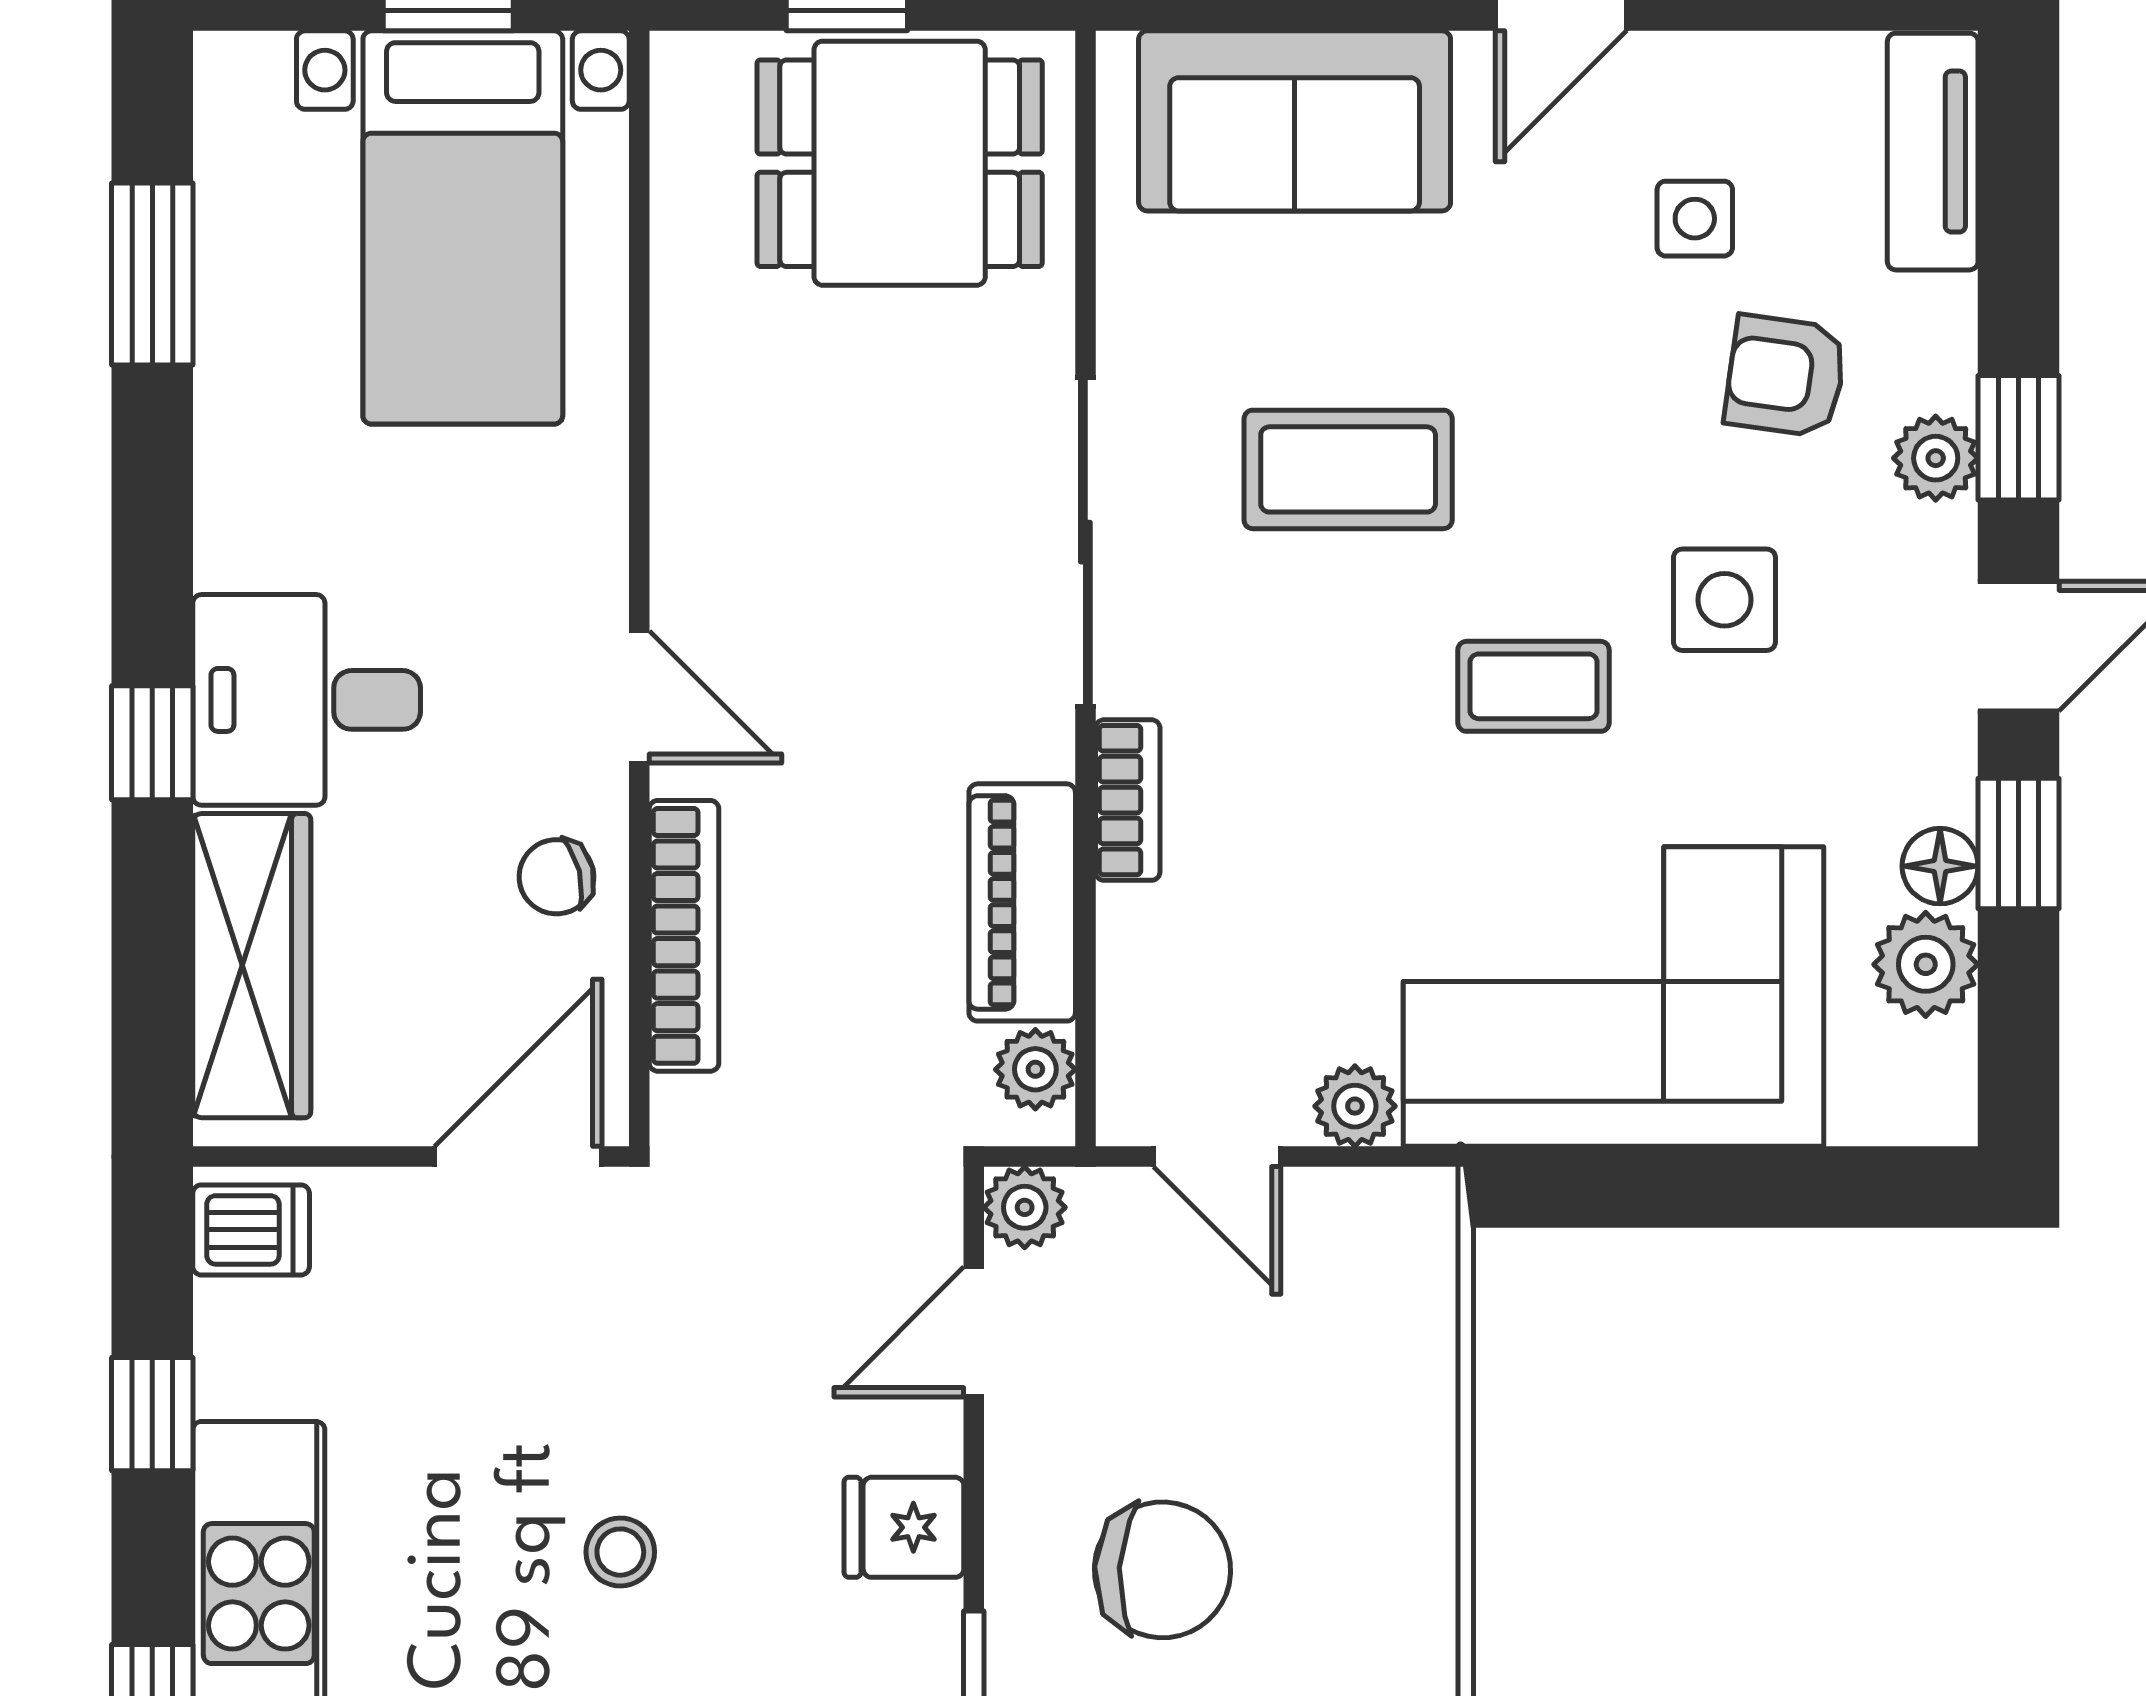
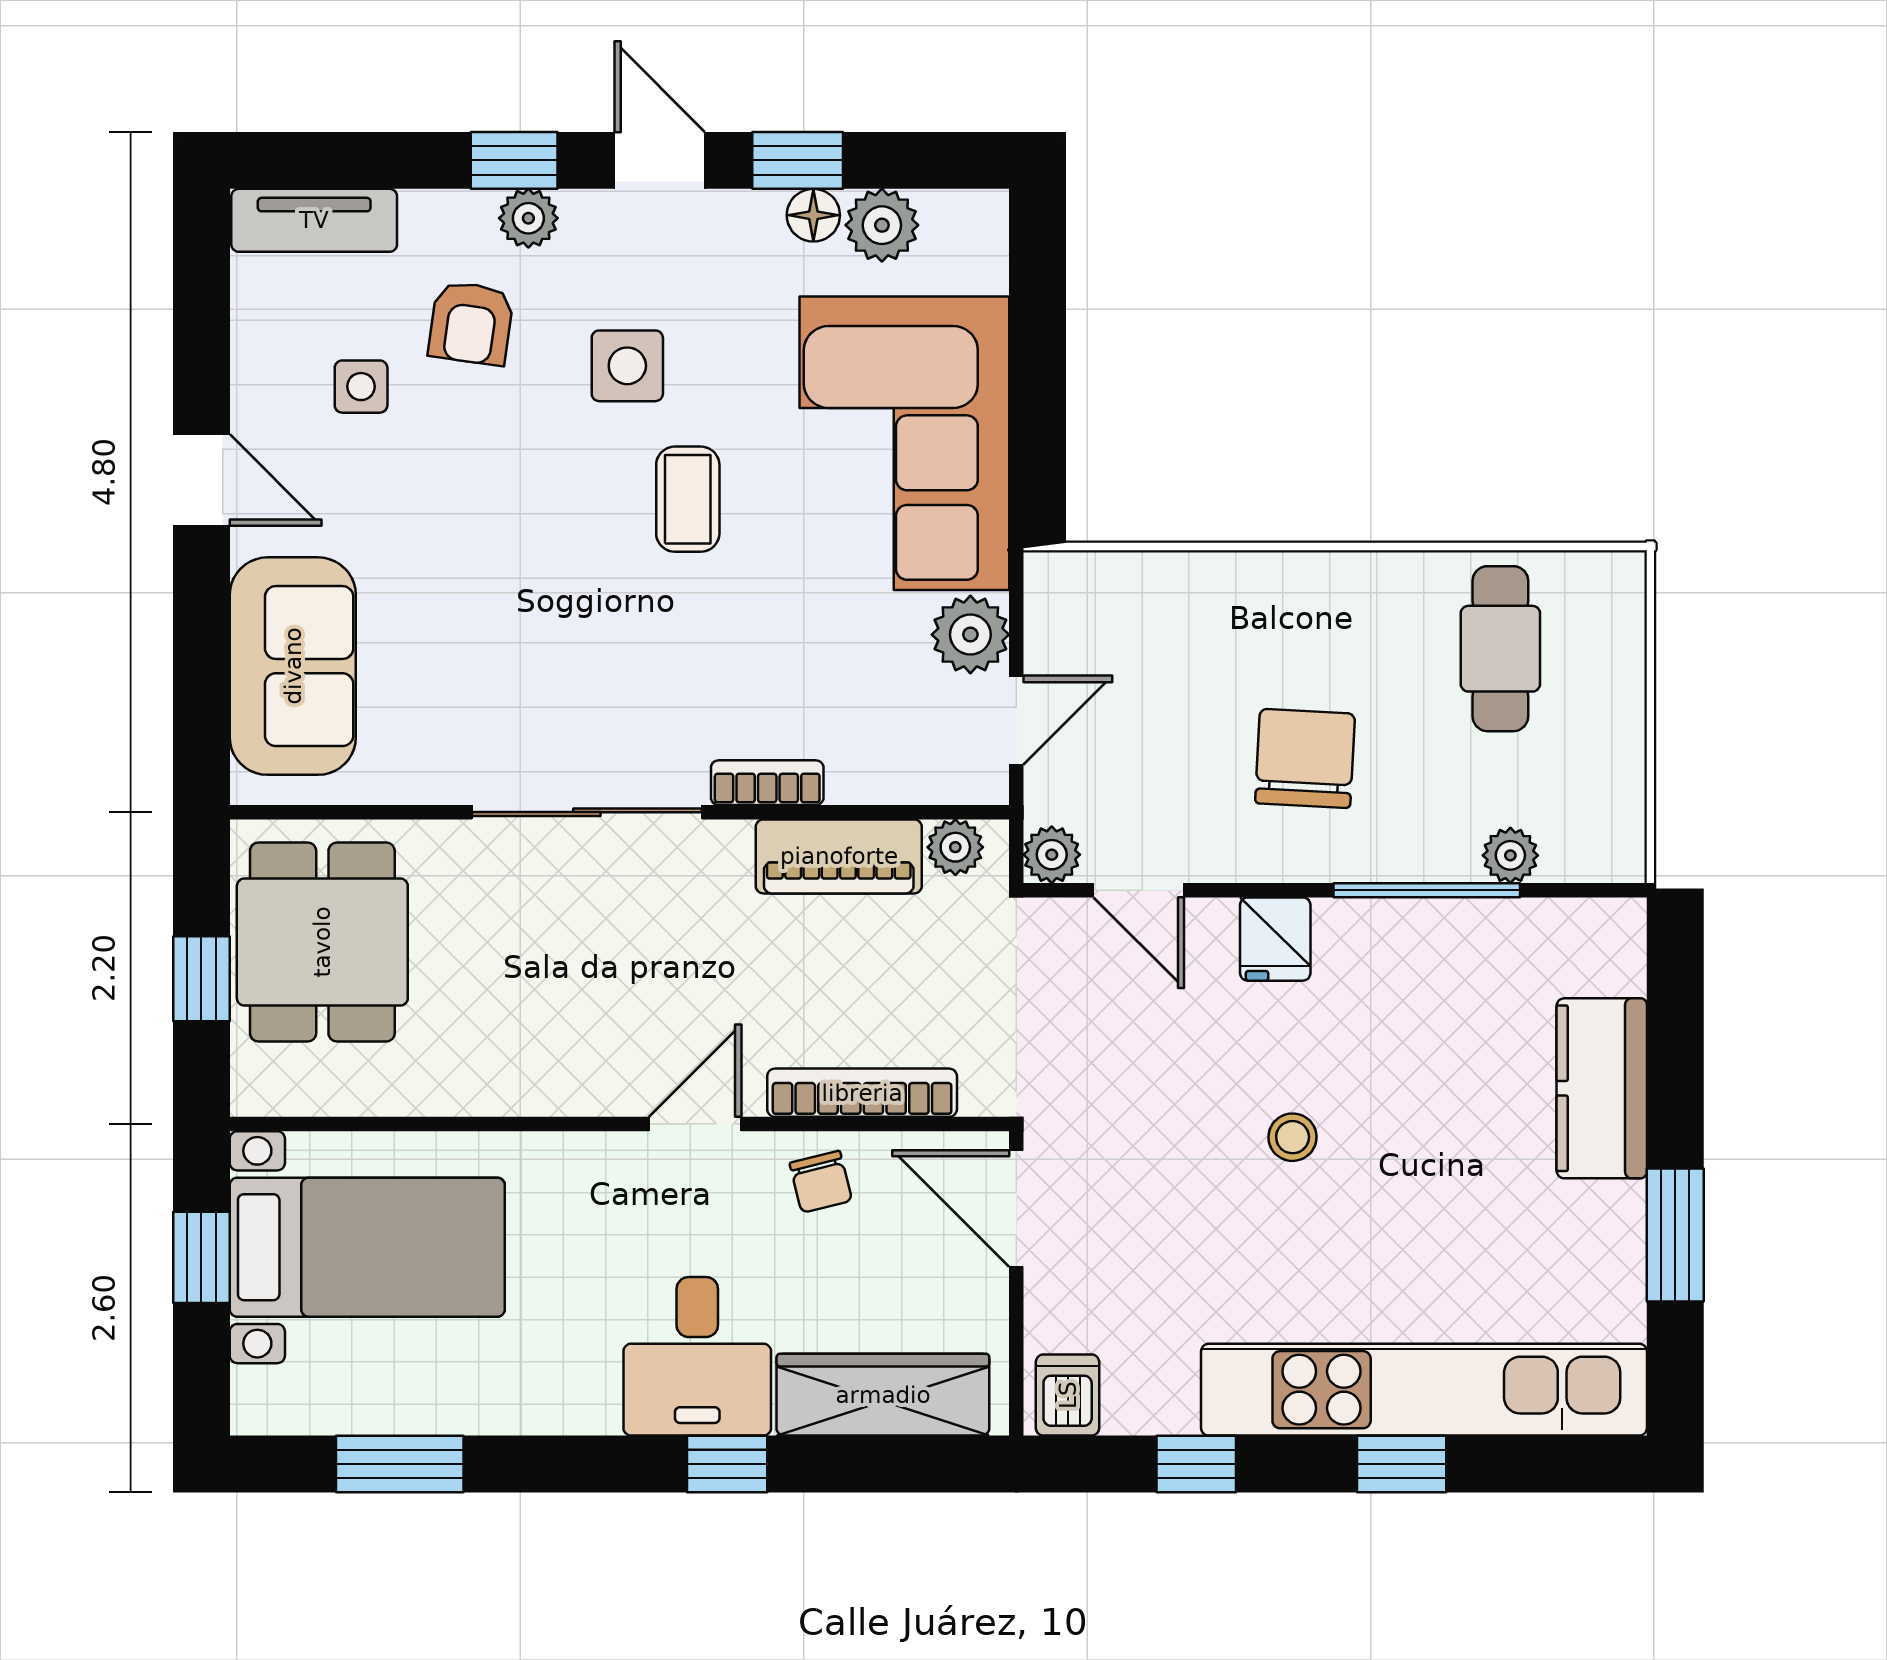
coffee table: (1348, 469) -> (536, 629), removed
plant: (1355, 1106) -> (970, 635), width x1.38, depth x1.38

